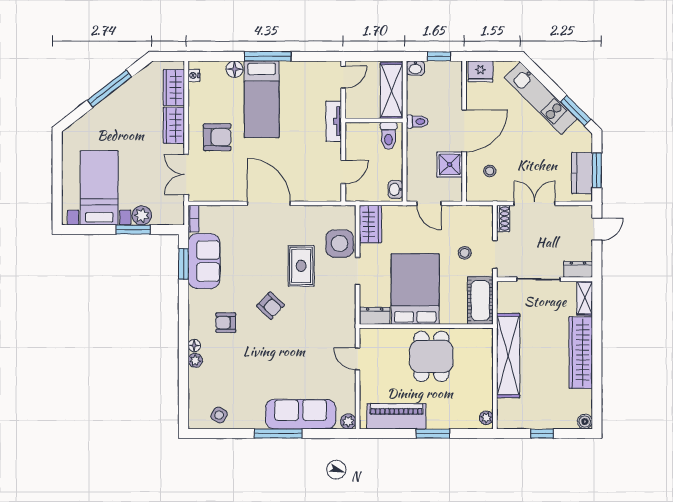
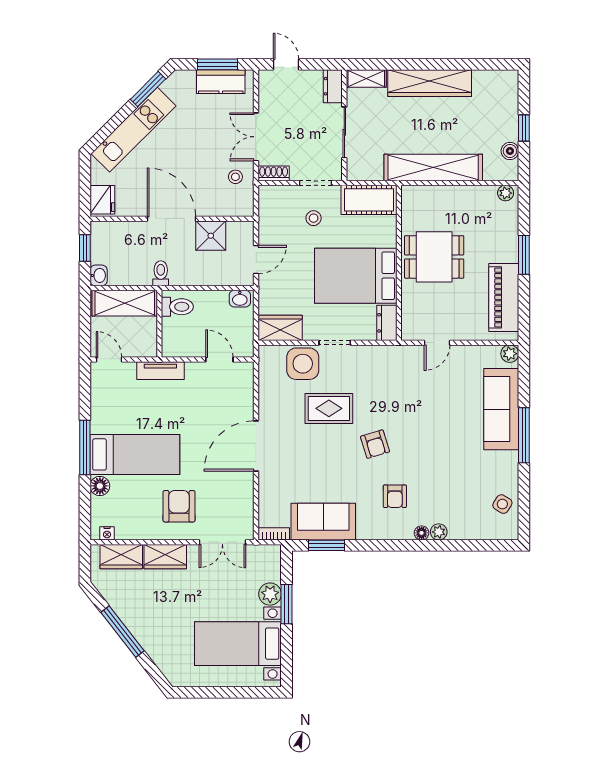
stool: (490, 171) -> (235, 177), moved
armchair: (271, 306) -> (375, 444), turned 119
boiler: (585, 422) -> (510, 151), moved

